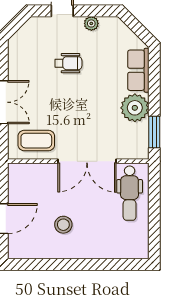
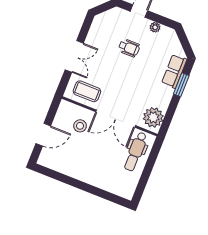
plant: (135, 108) -> (153, 117), moved
window: (154, 132) -> (181, 85), moved
stool: (63, 225) -> (80, 126), moved

